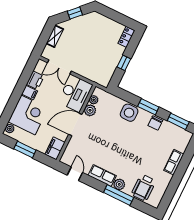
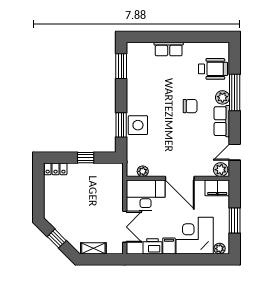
window: (148, 107) -> (121, 125), moved
plant: (90, 110) -> (221, 170), moved
chair: (155, 123) -> (190, 106), moved

